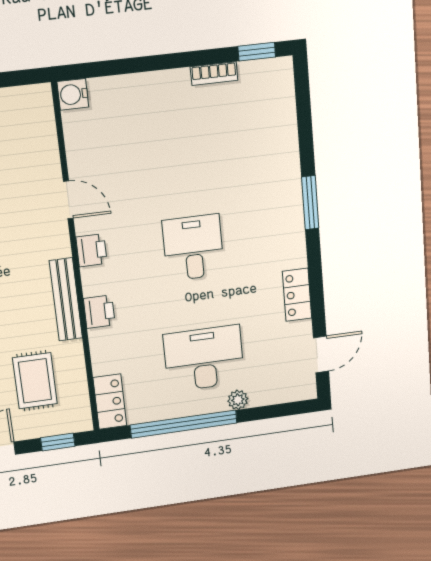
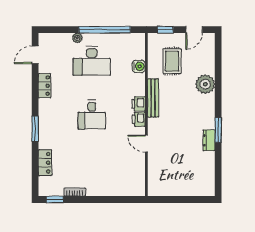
water cooler: (73, 94) -> (139, 66), moved
printer: (99, 312) -> (138, 104), moved
locker: (110, 402) -> (45, 163), moved, turned 180

